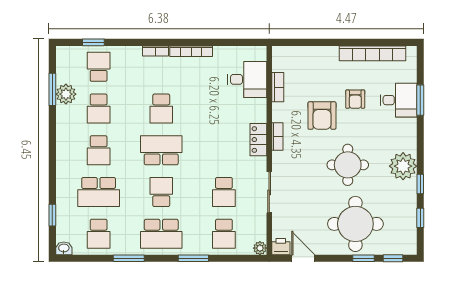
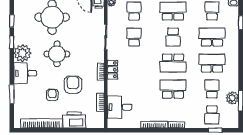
printer: (320, 59) -> (74, 120), added
desk: (399, 100) -> (25, 73), moved
school desk: (161, 109) -> (173, 89), width x1.85
school desk: (99, 150) -> (212, 63), width x1.85

